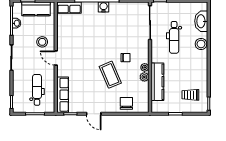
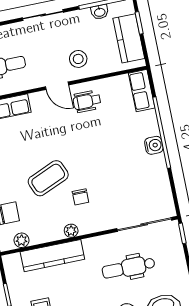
wheelchair: (69, 42) -> (87, 101), added
door: (56, 58) -> (57, 86), swing flipped
plant: (144, 77) -> (22, 240), moved

